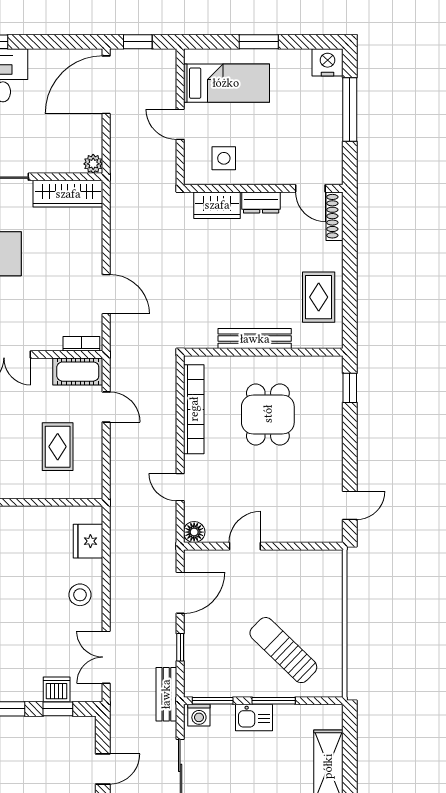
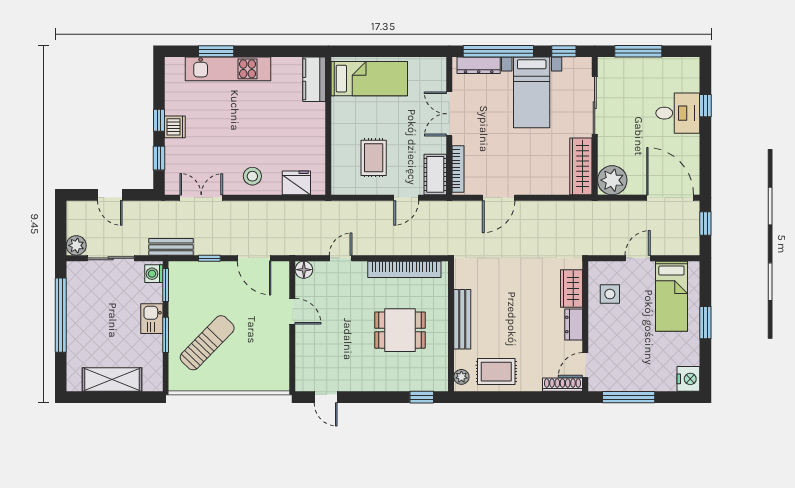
window: (350, 110) -> (629, 397), moved
plant: (93, 164) -> (612, 180), width x1.88, depth x1.88
plant: (325, 340) -> (461, 377), added
bookcase: (81, 344) -> (458, 169), width x1.56
rug: (58, 447) -> (374, 158), turned 90
dishwasher: (57, 689) -> (175, 127), moved

